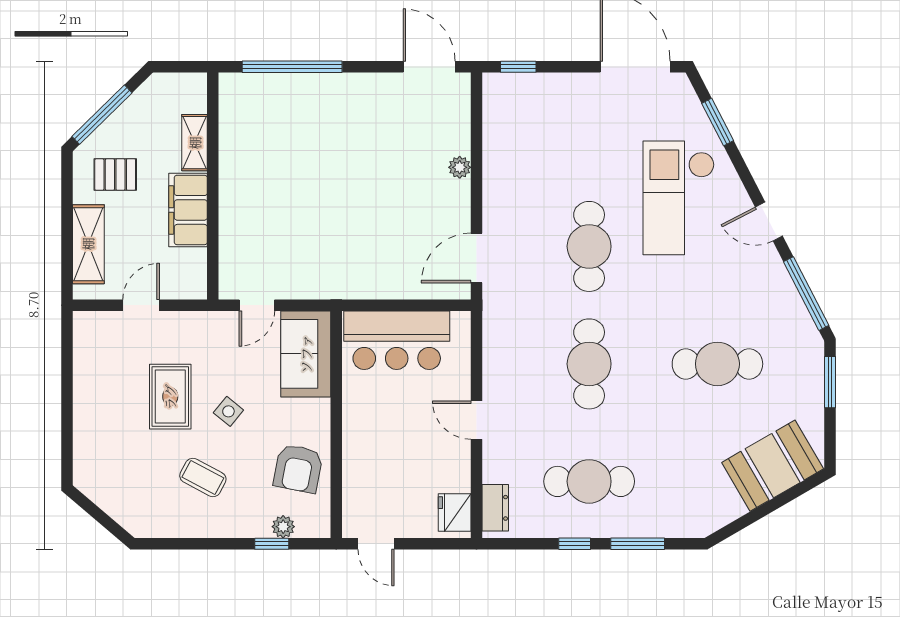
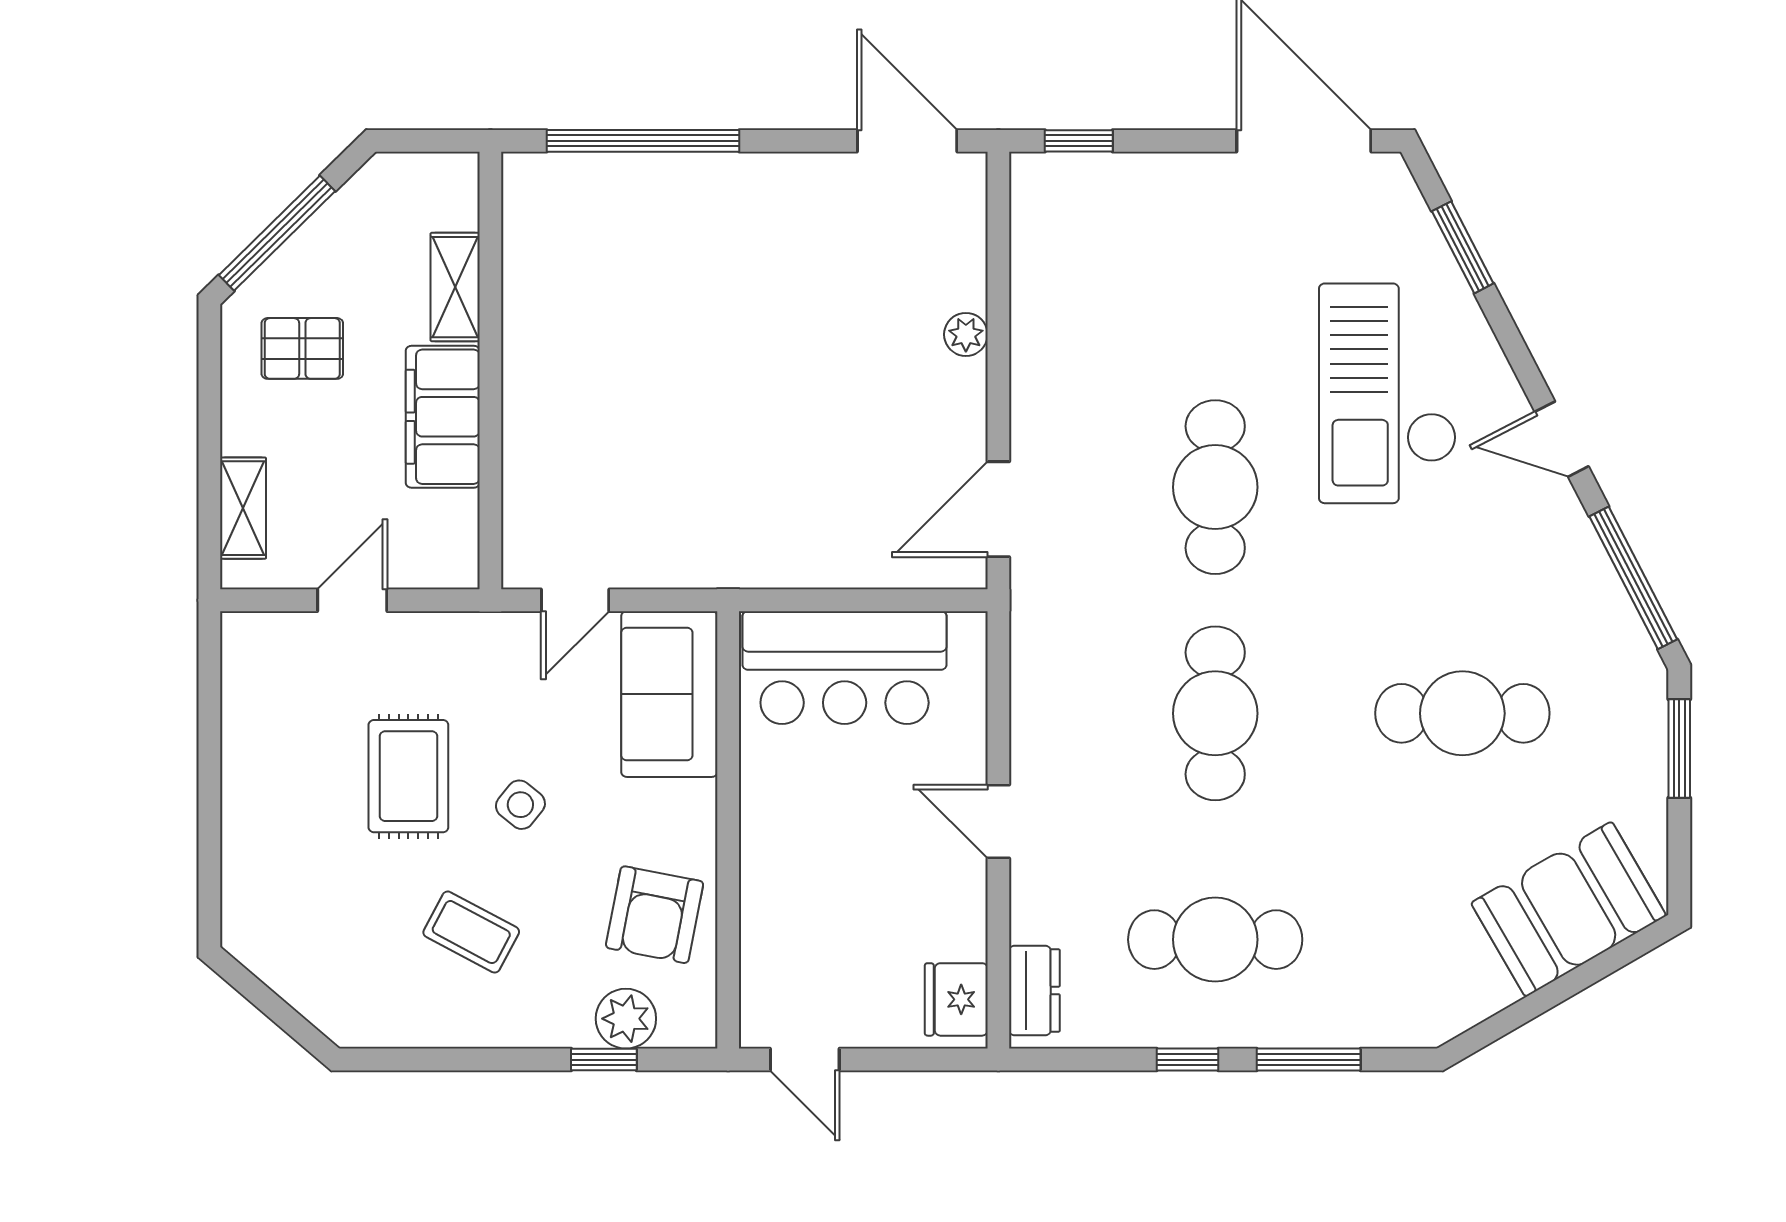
shelving: (88, 244) -> (243, 508), width x0.67, depth x0.75
plant: (283, 527) -> (626, 1019), width x1.38, depth x1.38

